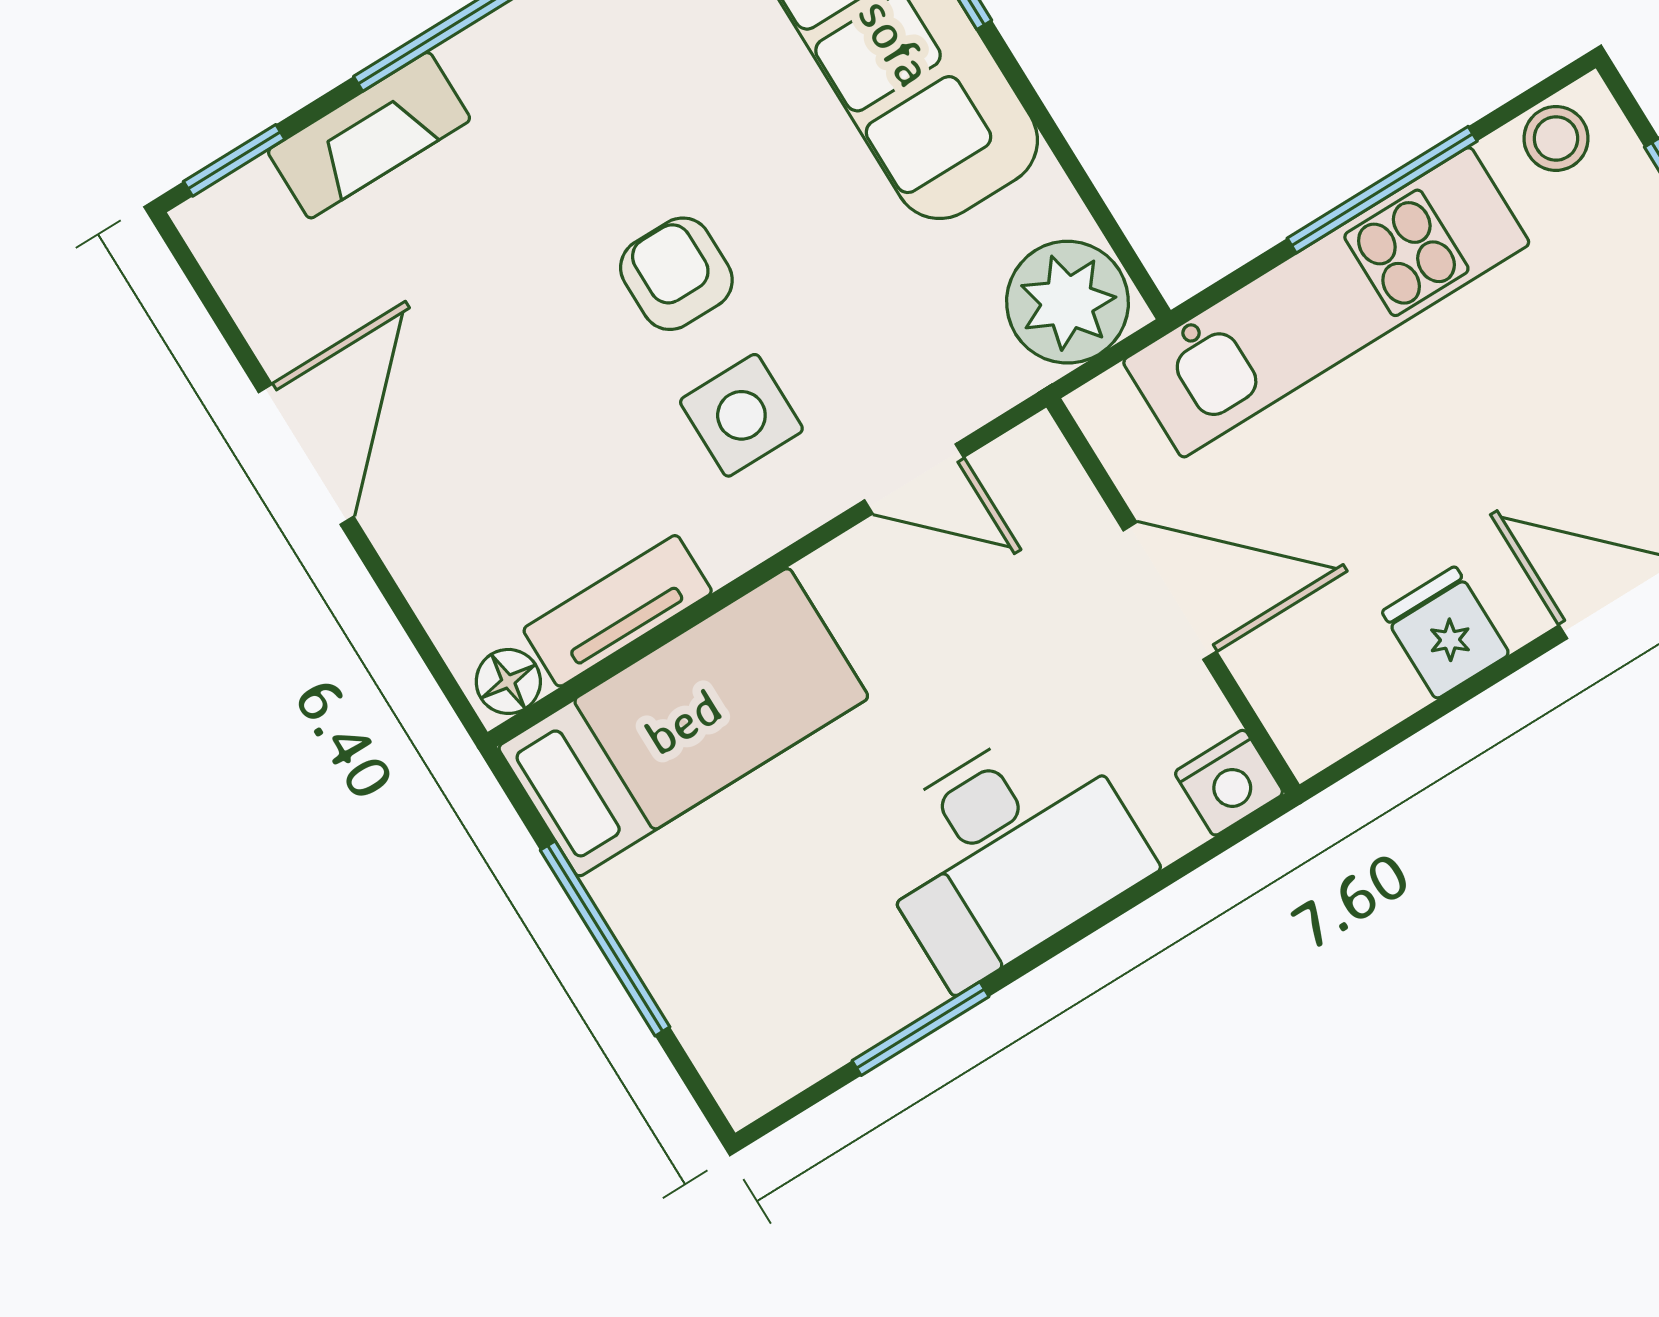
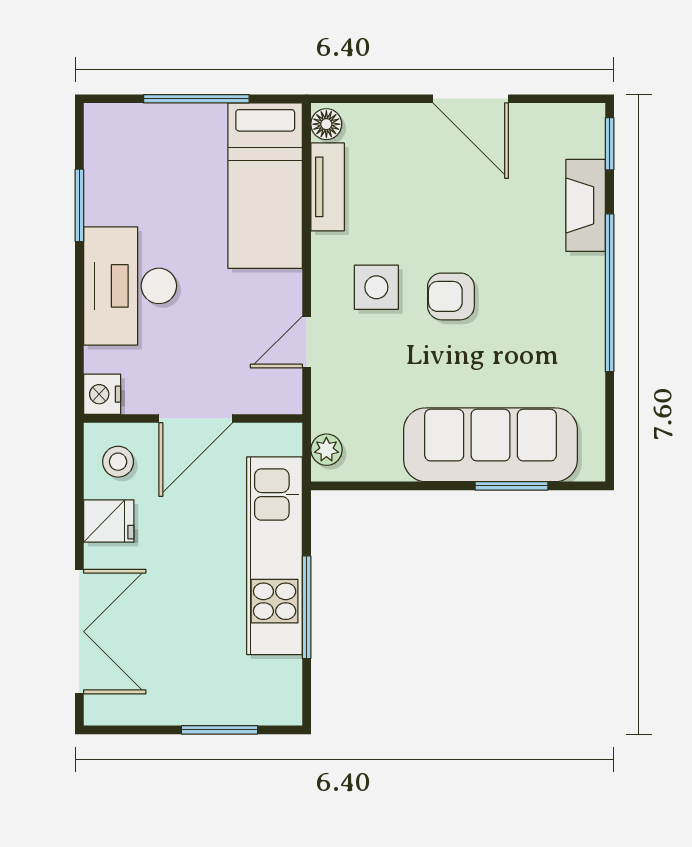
stool: (1556, 138) -> (118, 462), moved
armchair: (676, 274) -> (451, 296), turned 180
plant: (1067, 302) -> (326, 450), width x0.53, depth x0.53

